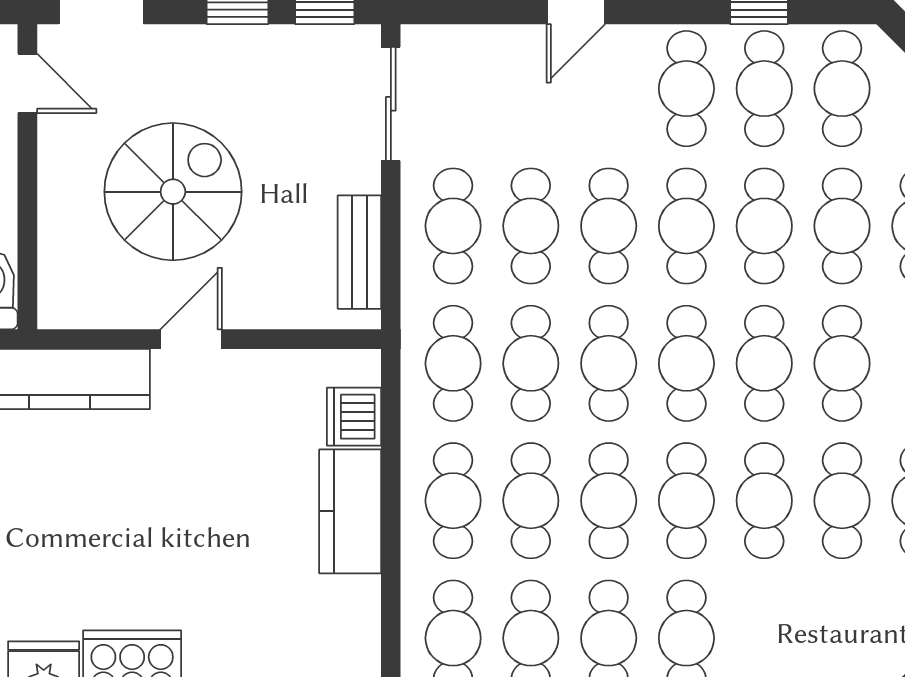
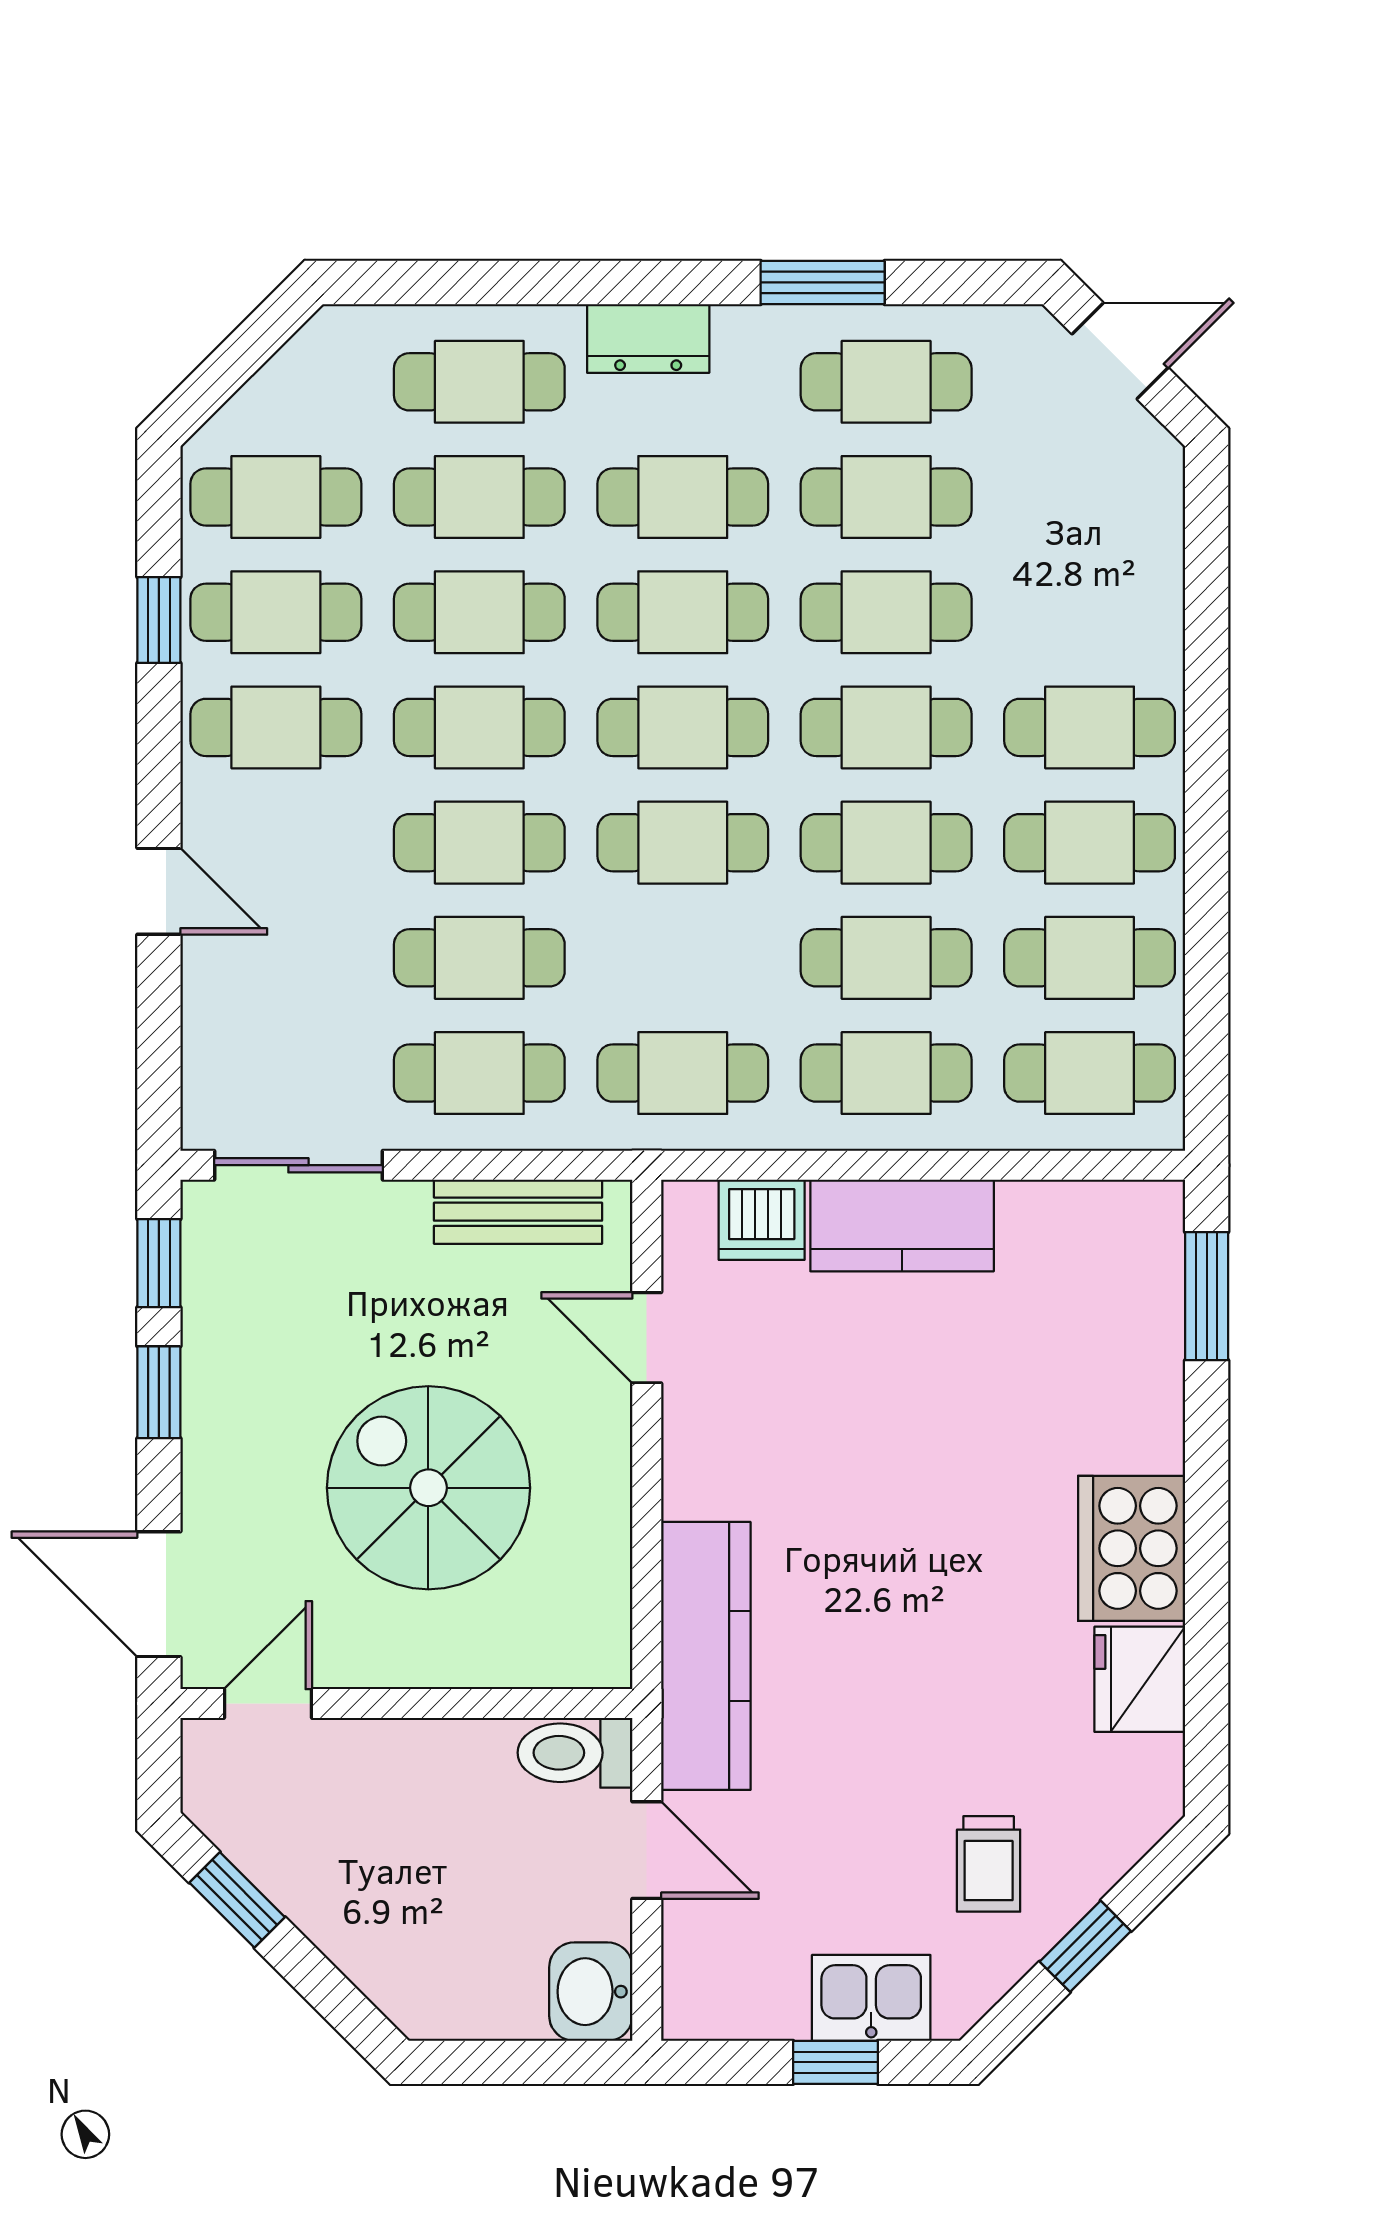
door: (191, 339) -> (647, 1338), moved
cafe table: (531, 363) -> (683, 958), removed

